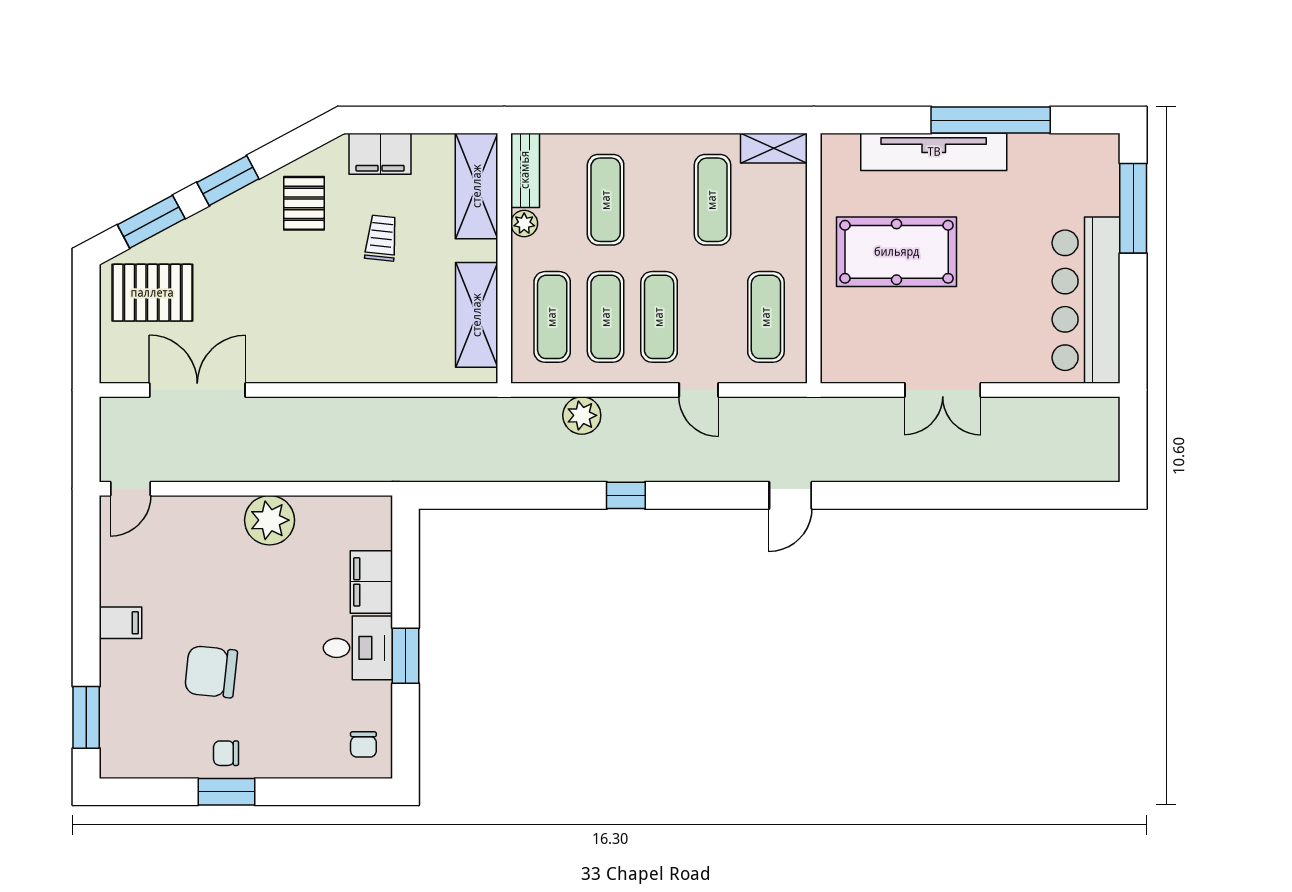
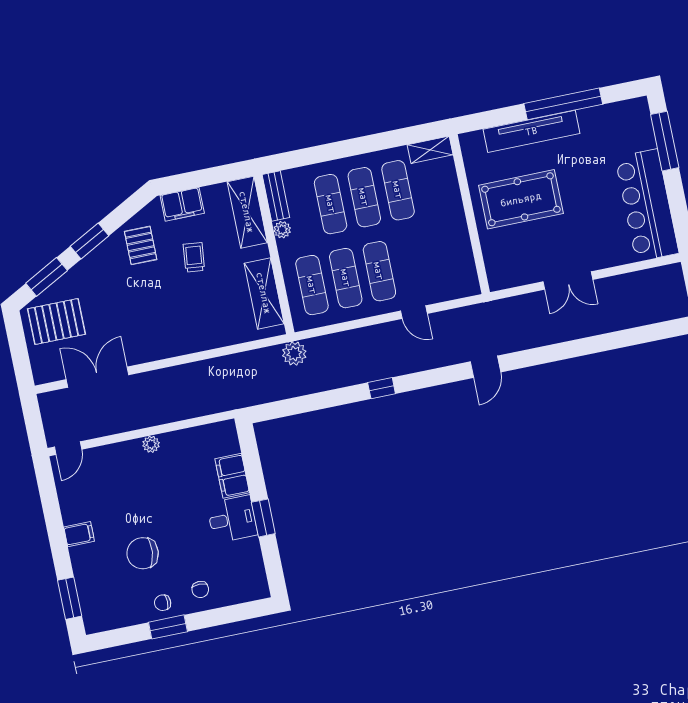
exercise mat: (766, 317) -> (364, 197), moved
plant: (582, 415) -> (294, 354), moved
plant: (270, 520) -> (151, 444), width x0.53, depth x0.53
chair: (363, 744) -> (200, 589), moved

